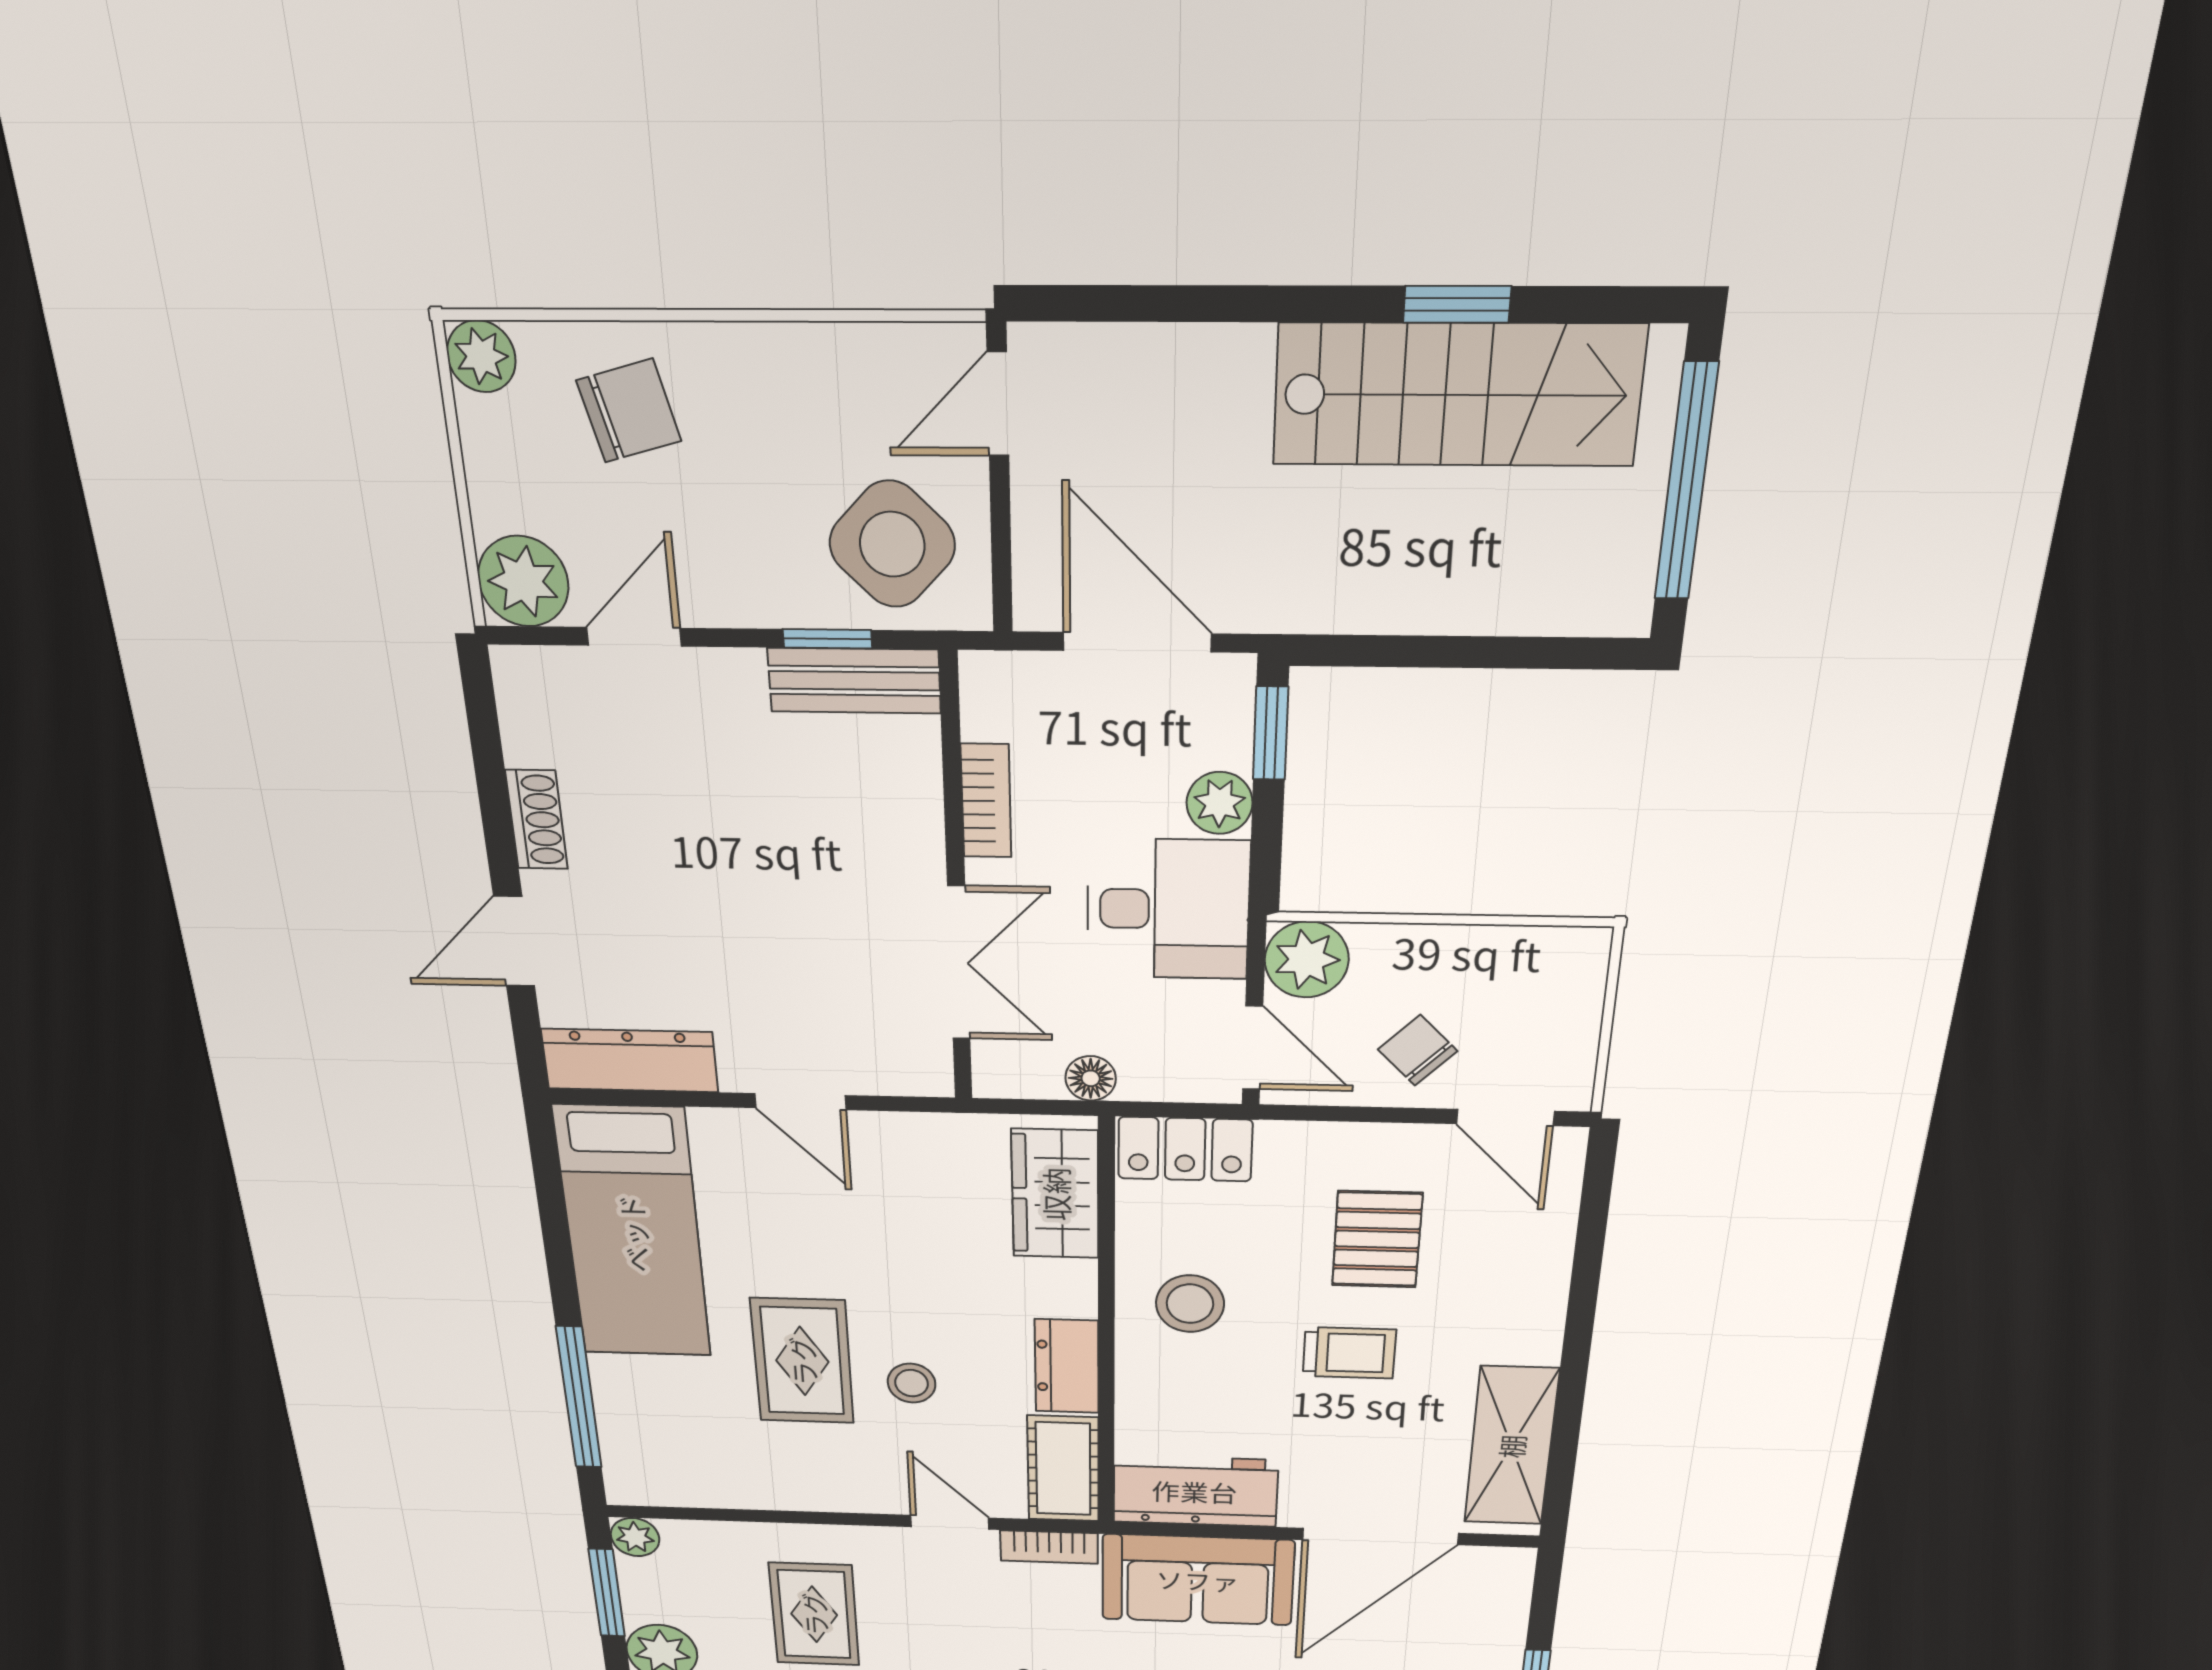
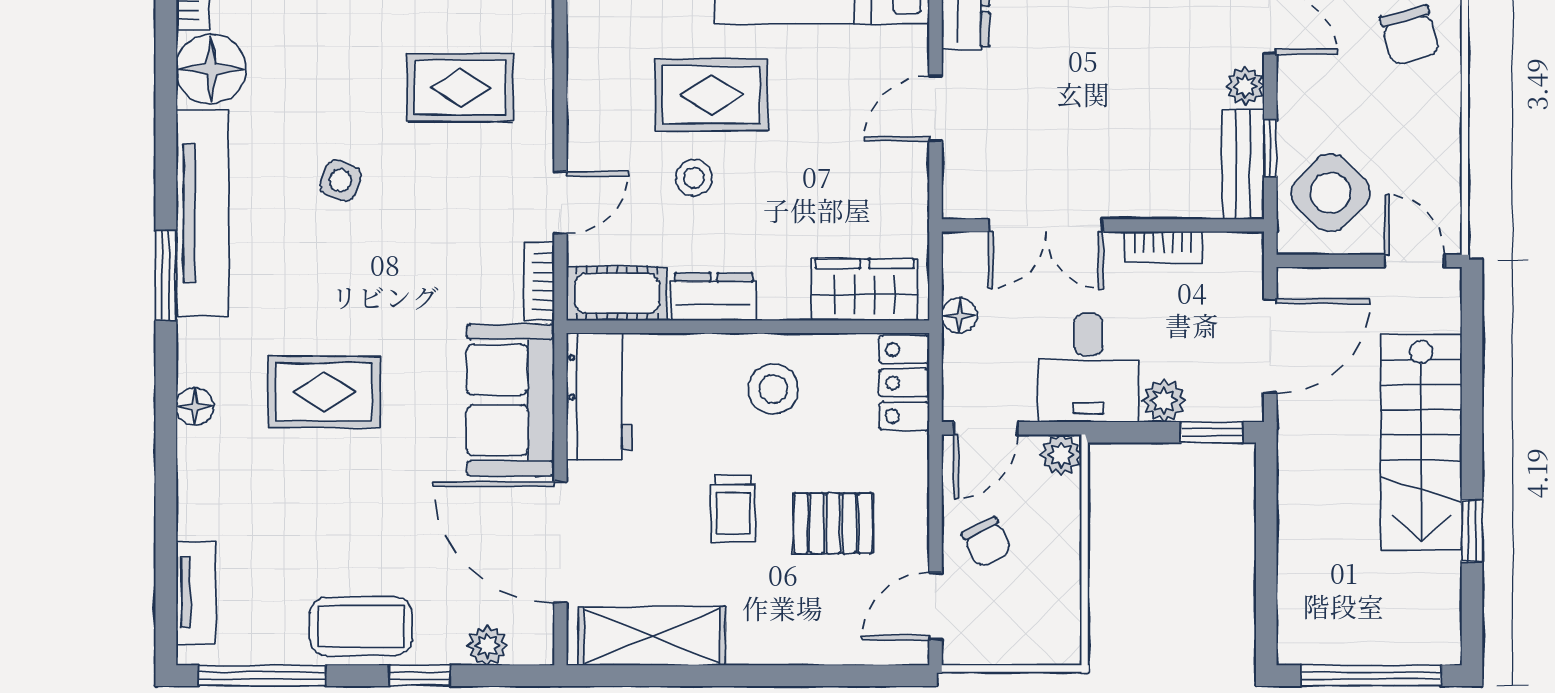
stairs: (1457, 395) -> (1421, 442), moved
plant: (734, 676) -> (1245, 86), added
plant: (1307, 960) -> (1061, 455), width x0.73, depth x0.73
chair: (1418, 1050) -> (987, 542), turned 108
plant: (1505, 1613) -> (487, 646), added

